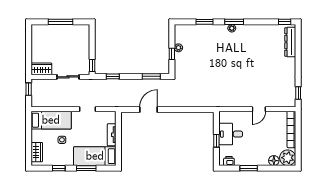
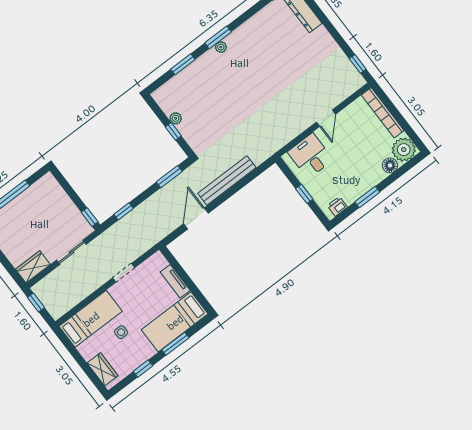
bench: (180, 102) -> (227, 180), added
desk: (231, 134) -> (310, 156), moved, turned 90

